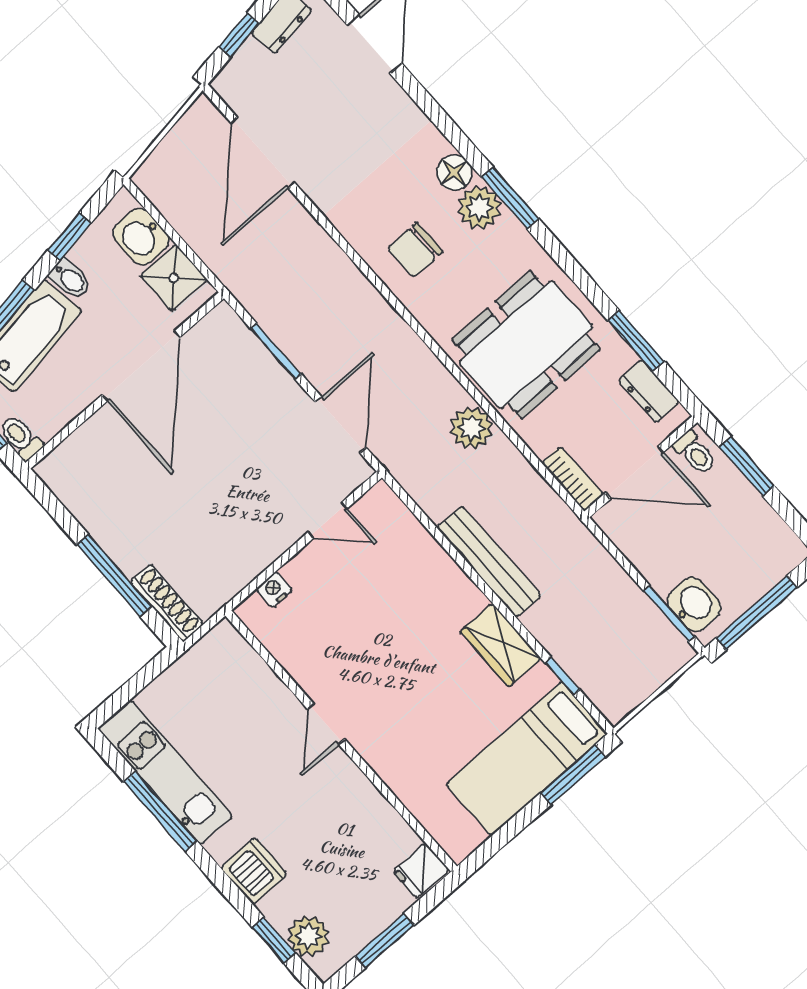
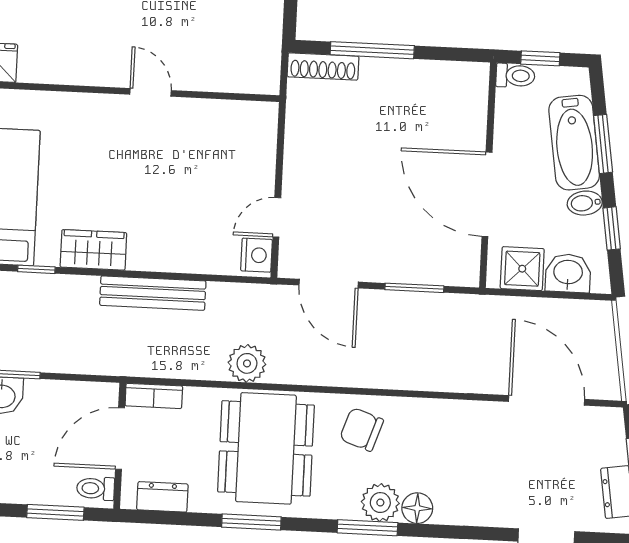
chair: (415, 250) -> (362, 429), moved, turned -71
window: (636, 341) -> (251, 522), moved
nightstand: (274, 589) -> (256, 255), moved, width x1.39, depth x1.35

